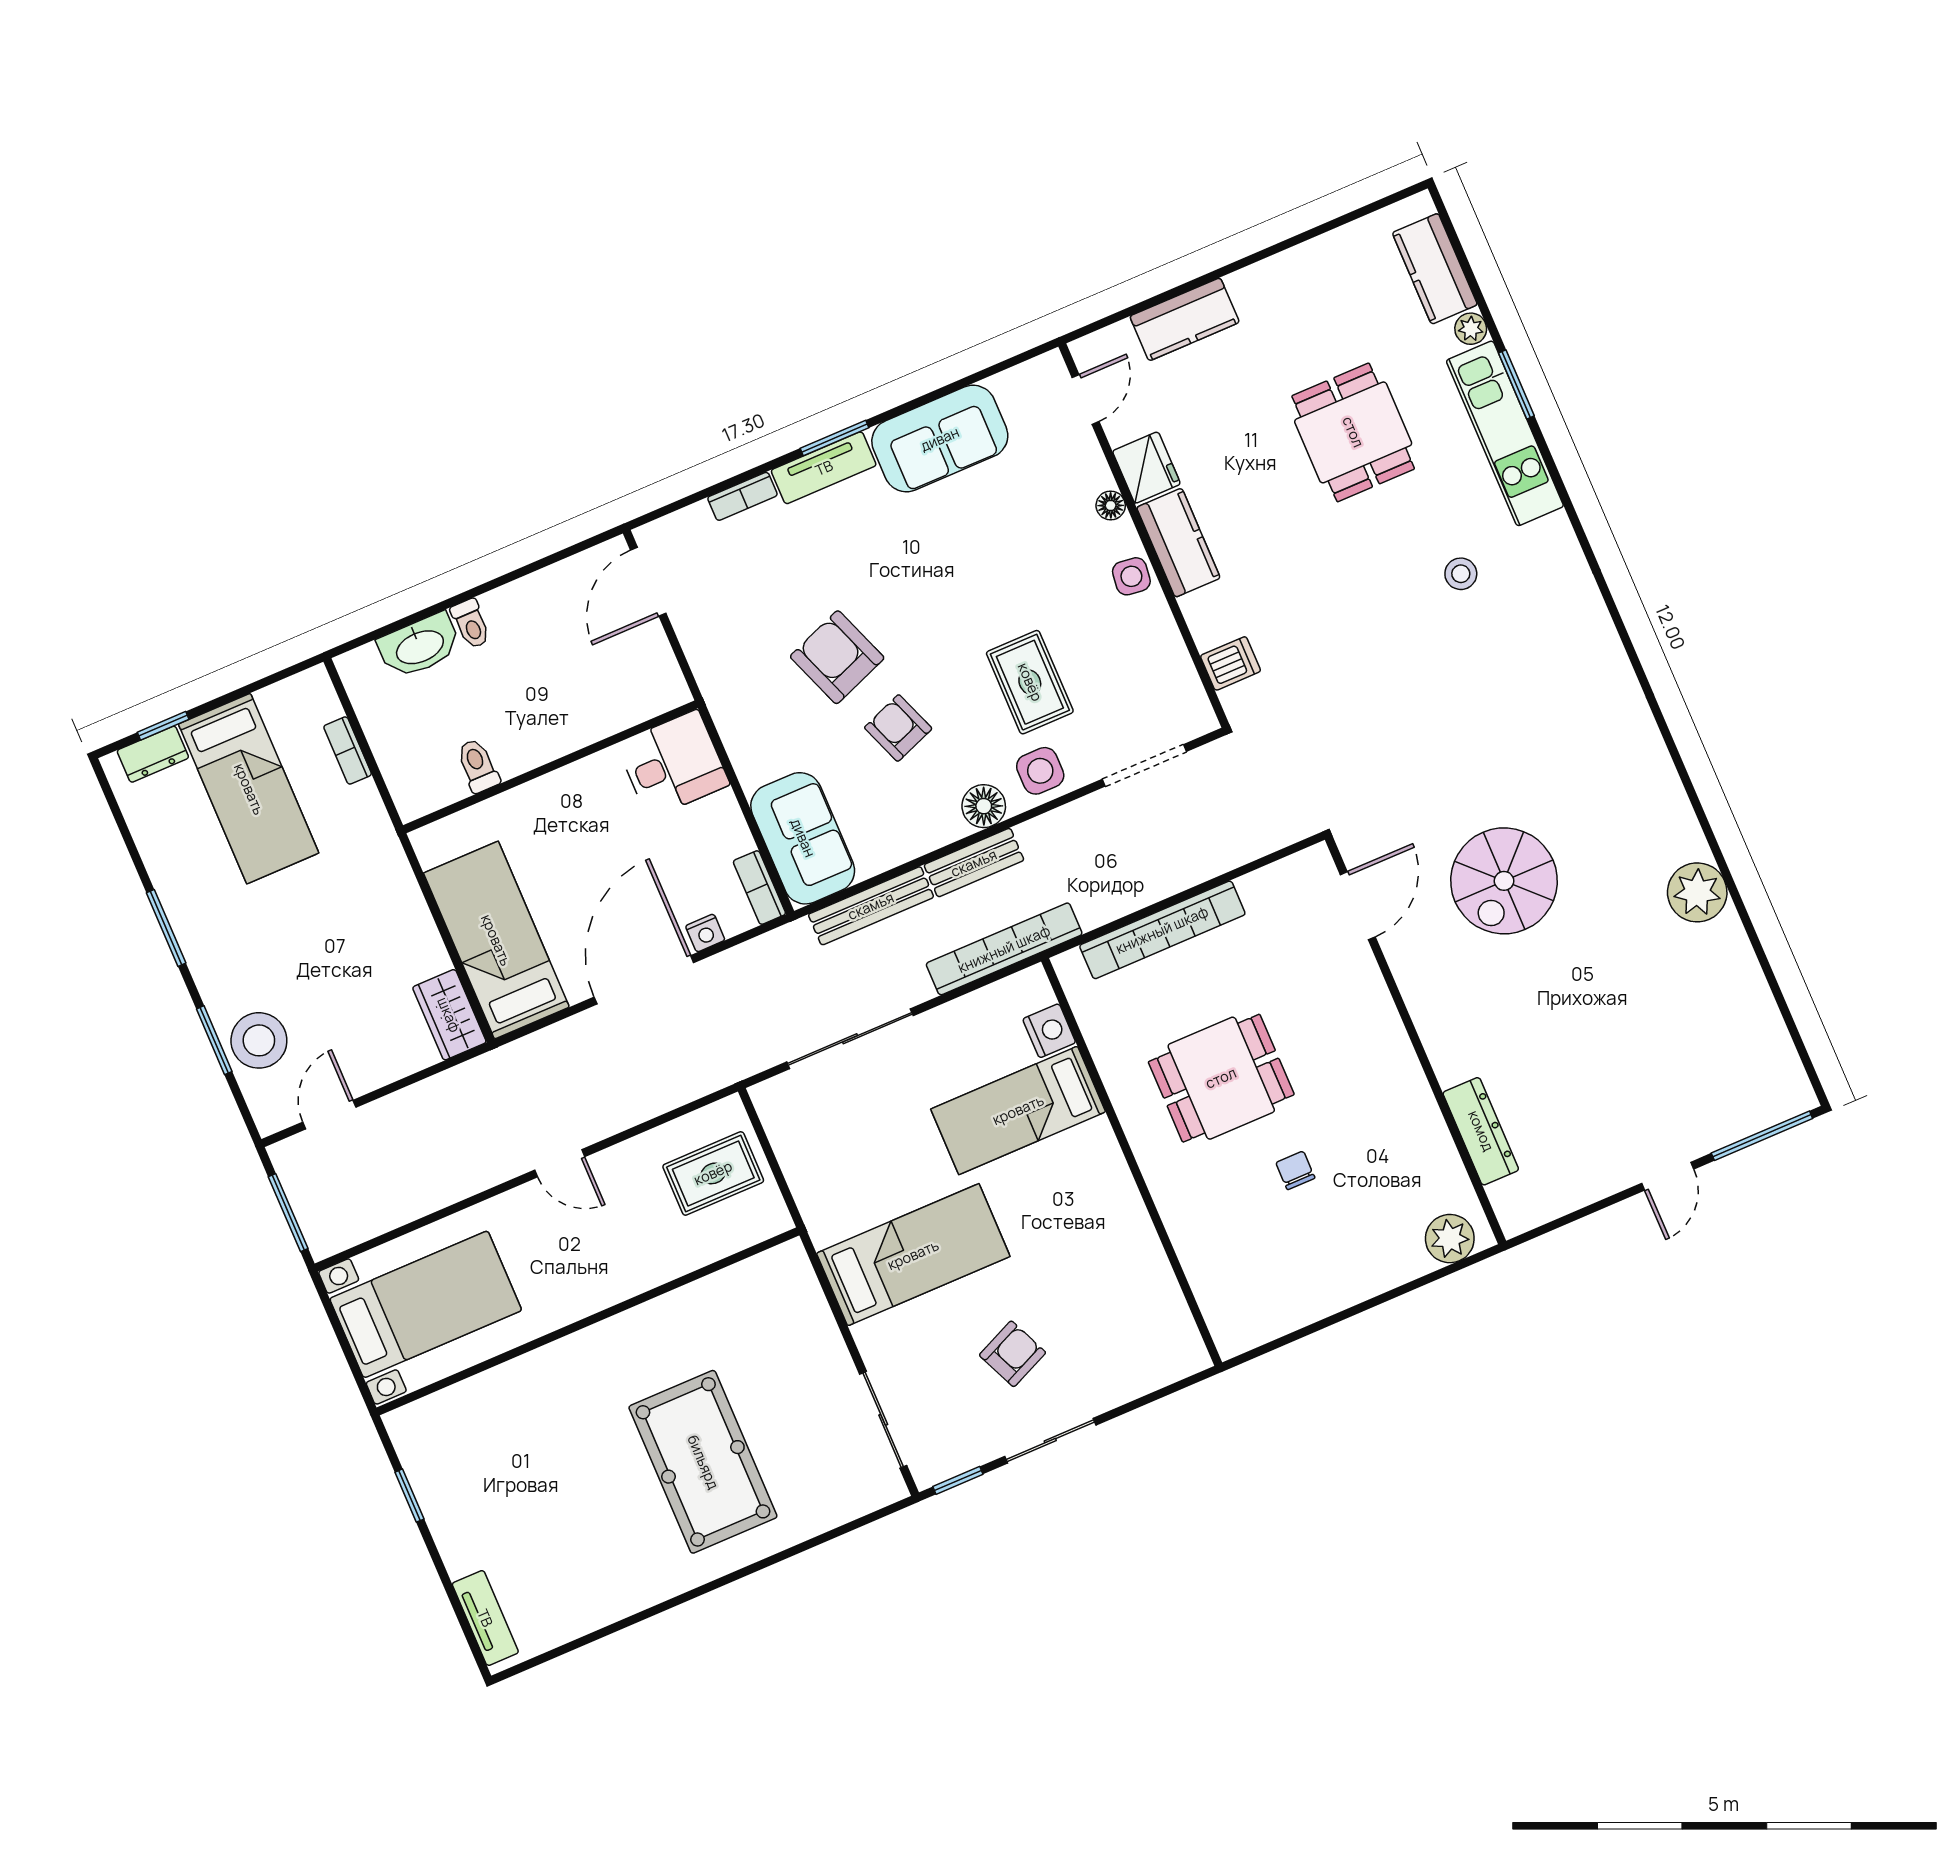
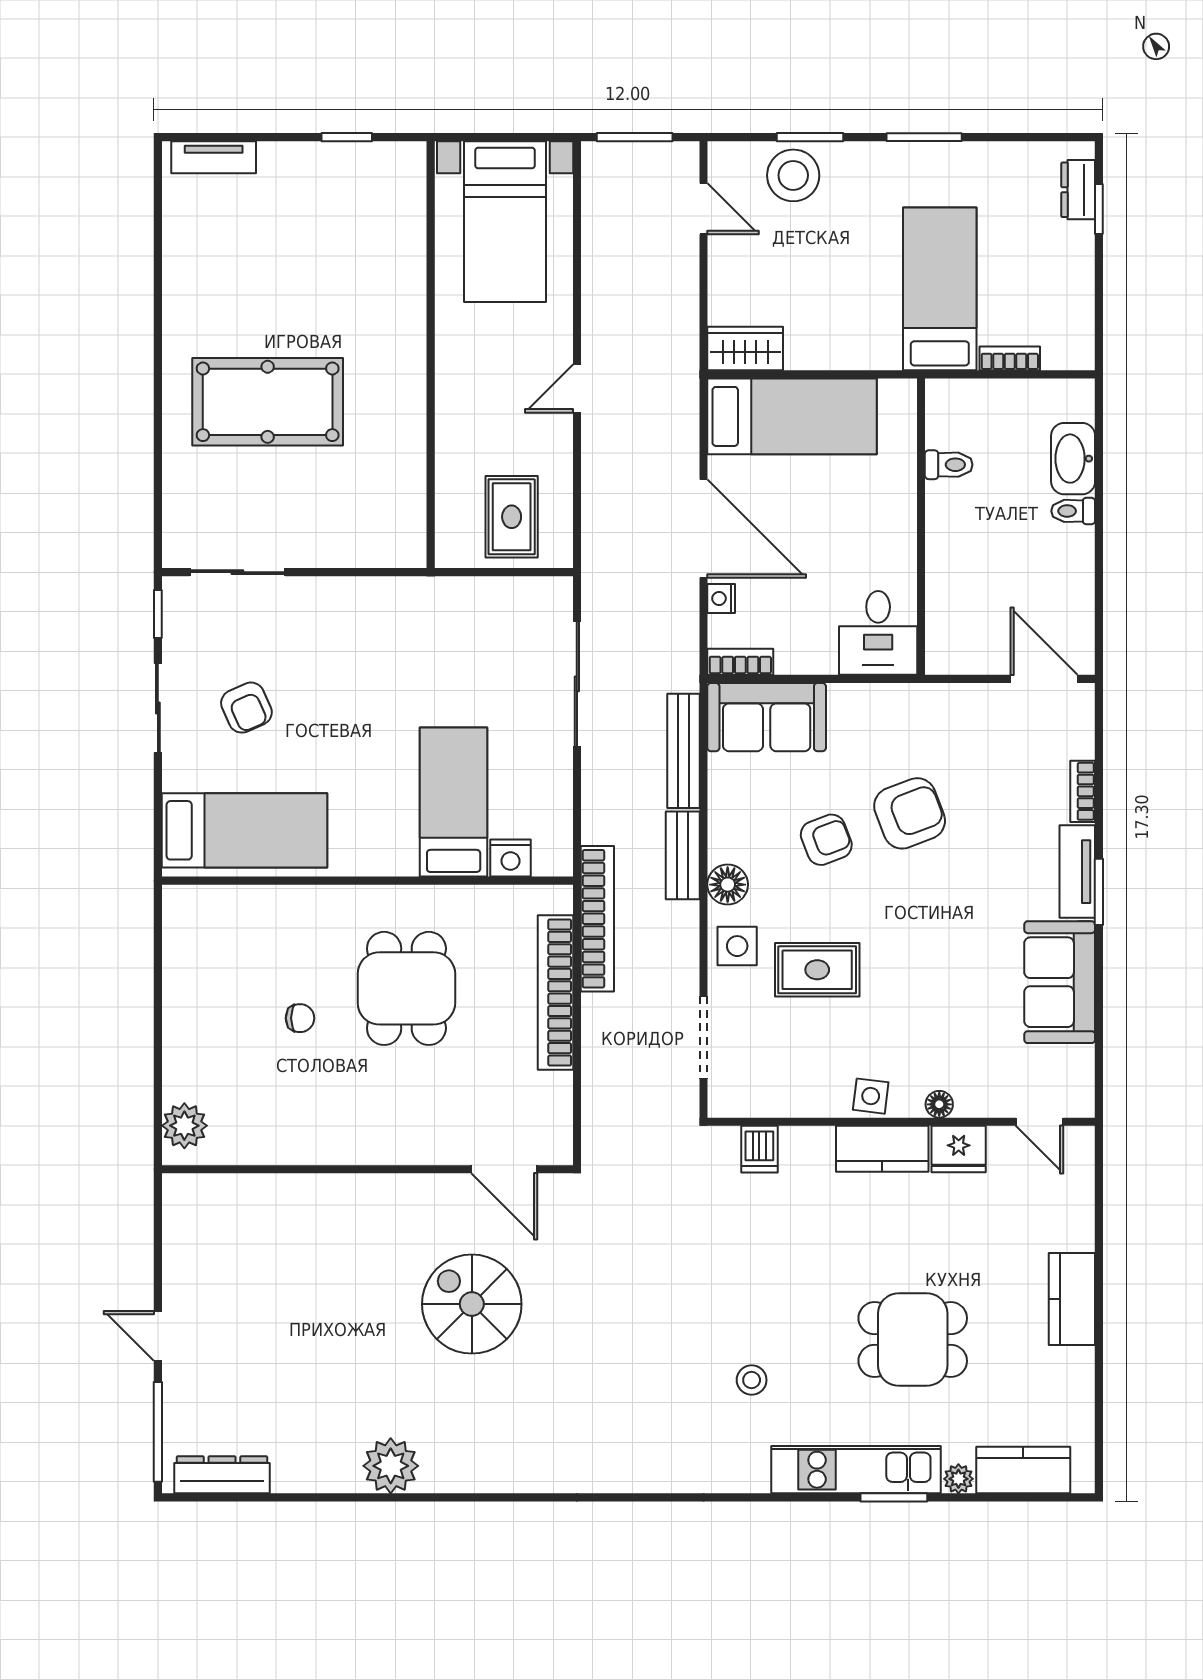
kitchen counter: (1185, 319) -> (1072, 1299), moved
bed: (249, 789) -> (940, 289), moved, turned 90
bookcase: (1004, 949) -> (597, 919), moved
dresser: (1481, 1131) -> (222, 1475), moved, turned 180
bed: (913, 1255) -> (244, 830), moved, turned -90

